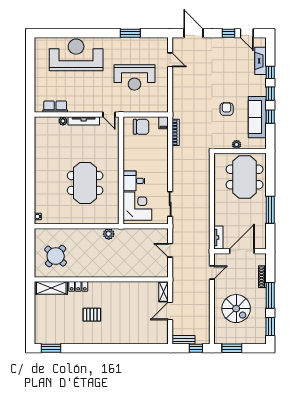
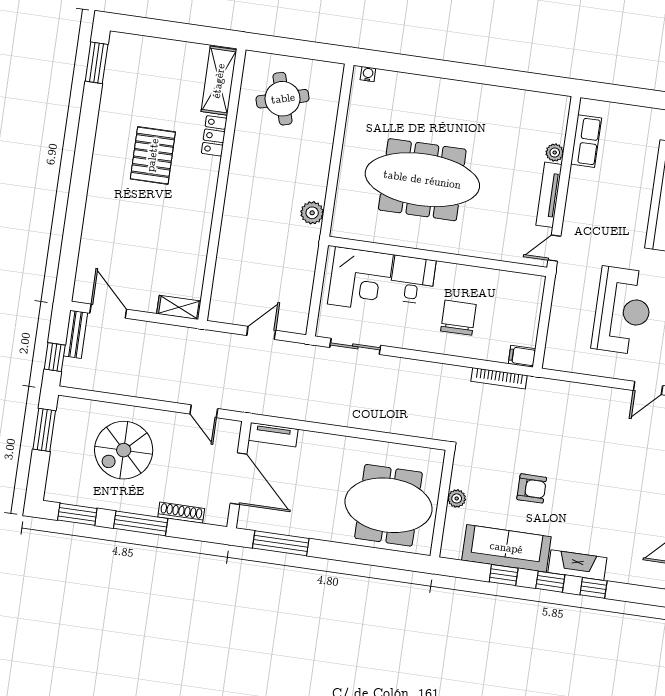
fireplace: (260, 61) -> (577, 565), moved
reception desk: (134, 77) -> (623, 311), turned 180
chair: (141, 127) -> (458, 318), moved, turned 180
meeting table: (85, 183) -> (422, 180), width x1.36
window: (270, 210) -> (281, 543), moved
round table: (56, 256) -> (283, 99), turned 32
door: (170, 311) -> (108, 311), moved
pallet: (92, 315) -> (153, 155), width x1.50, depth x1.42

